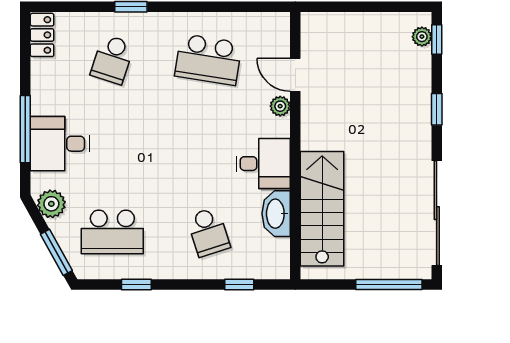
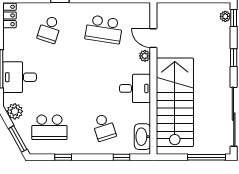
stairs: (322, 209) -> (175, 102), width x1.36, depth x1.51
washbasin: (276, 214) -> (142, 137), moved

